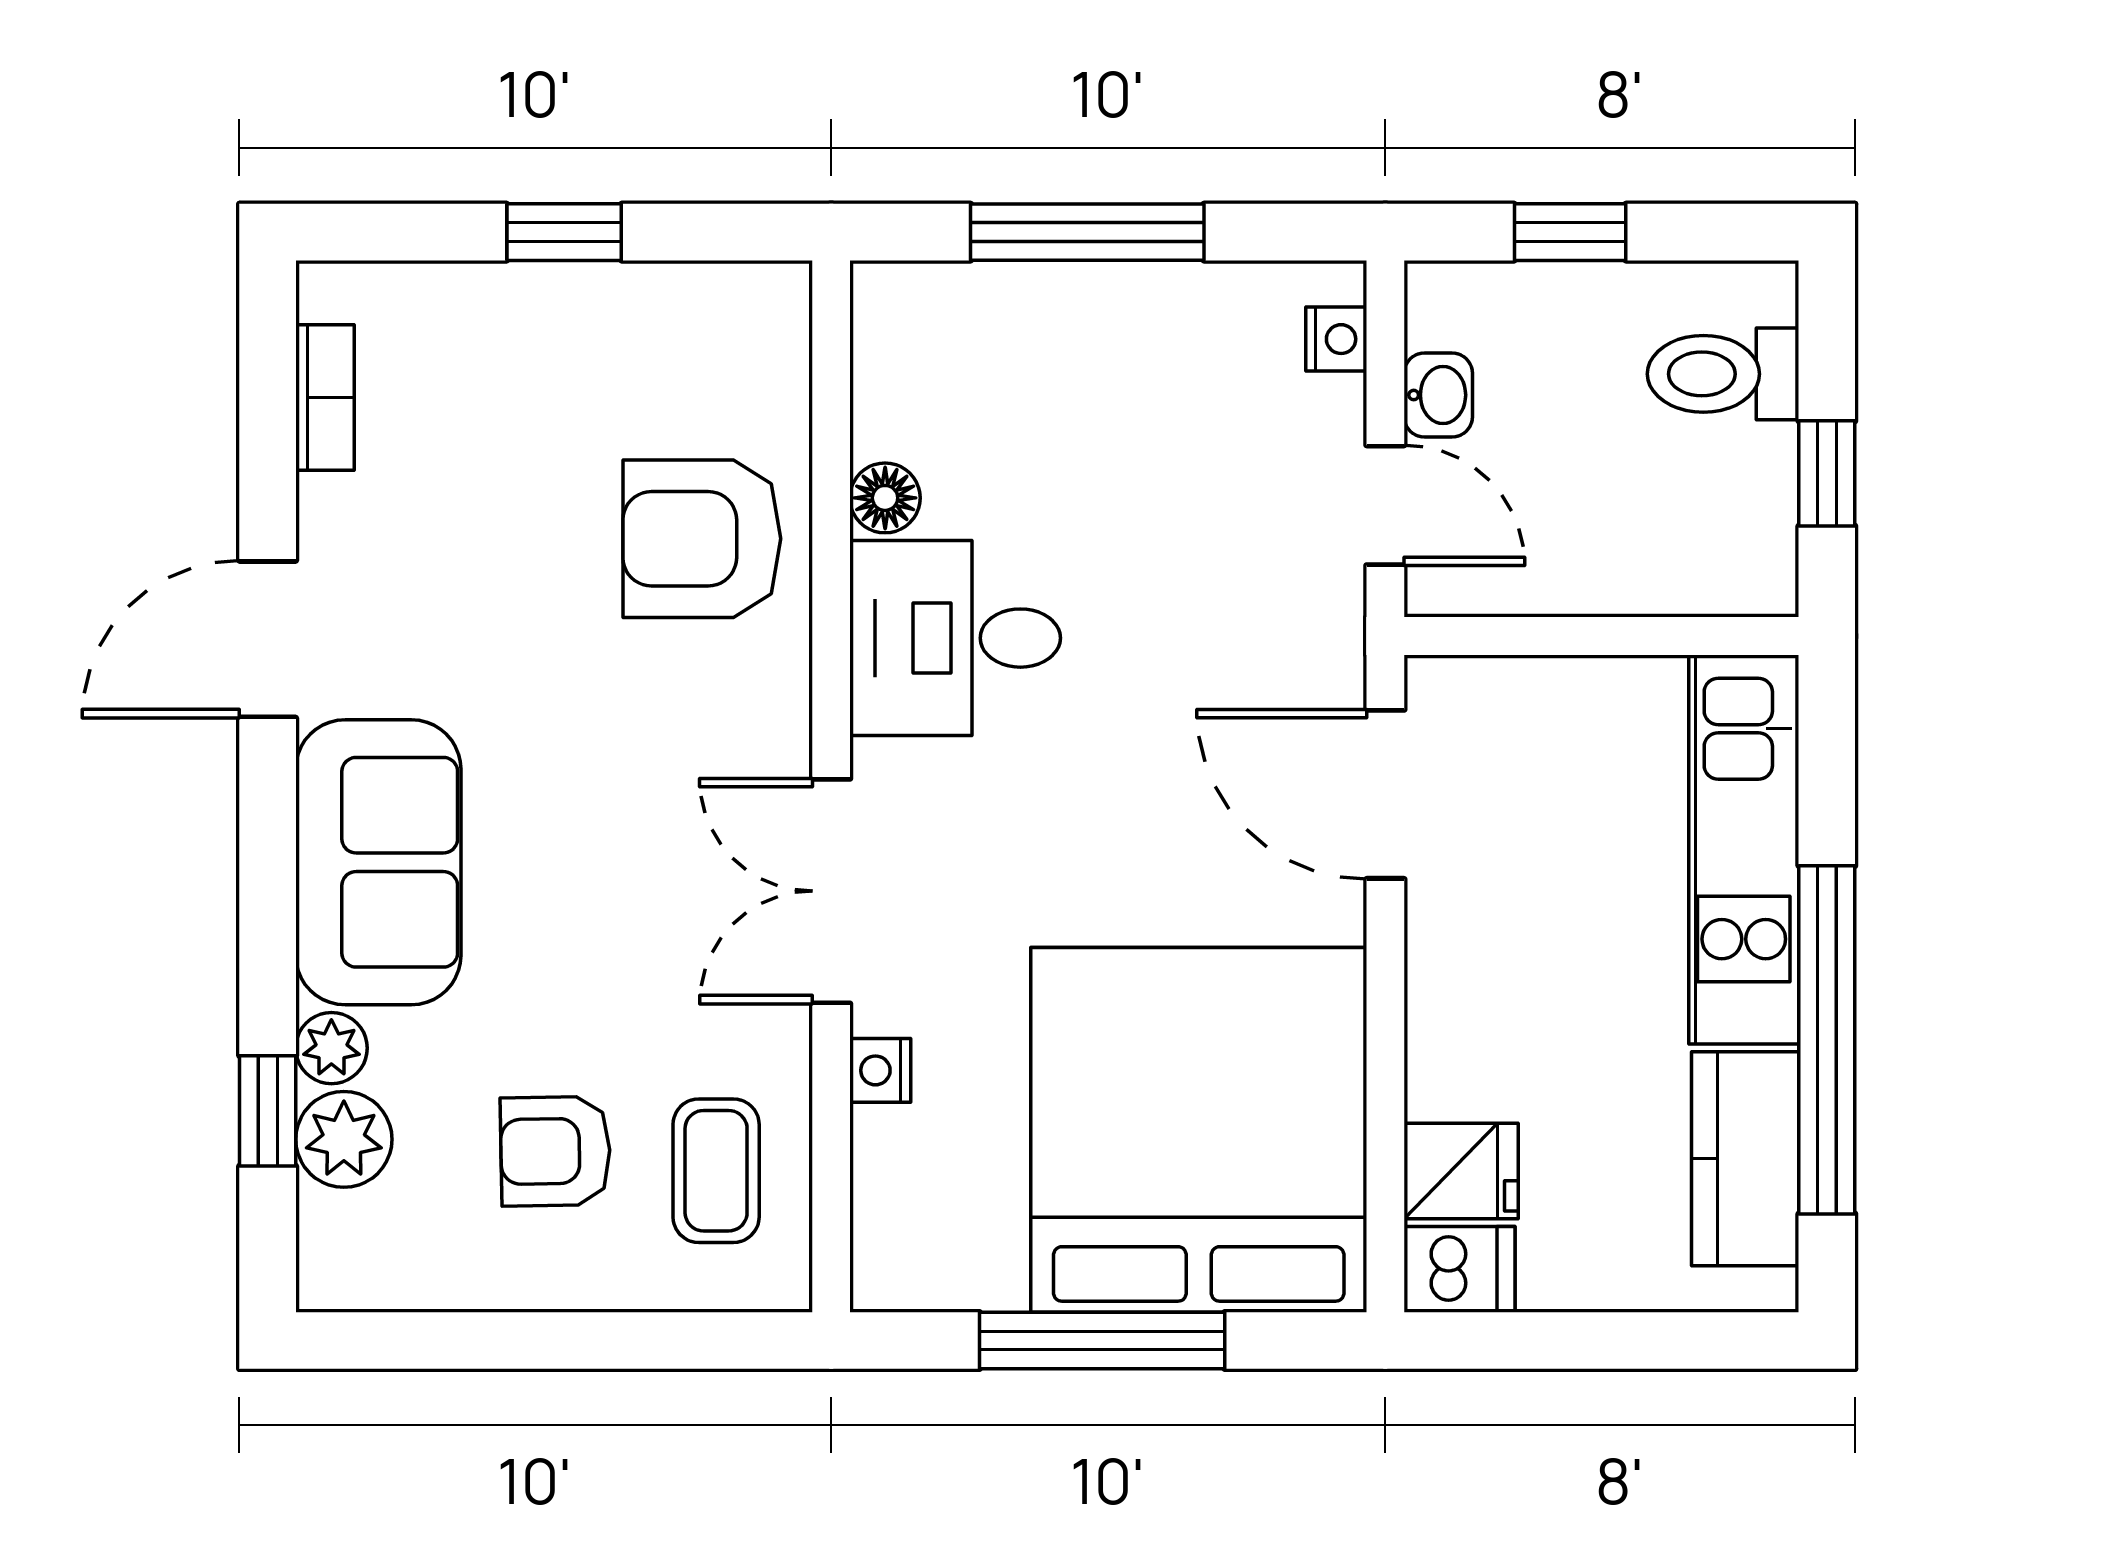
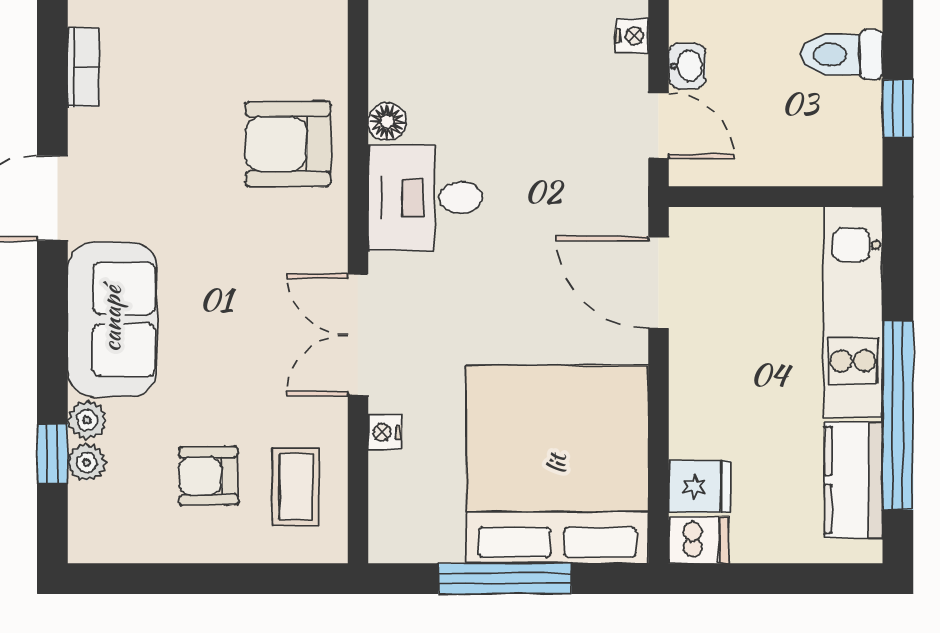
plant: (344, 1139) -> (87, 462), width x0.73, depth x0.73

